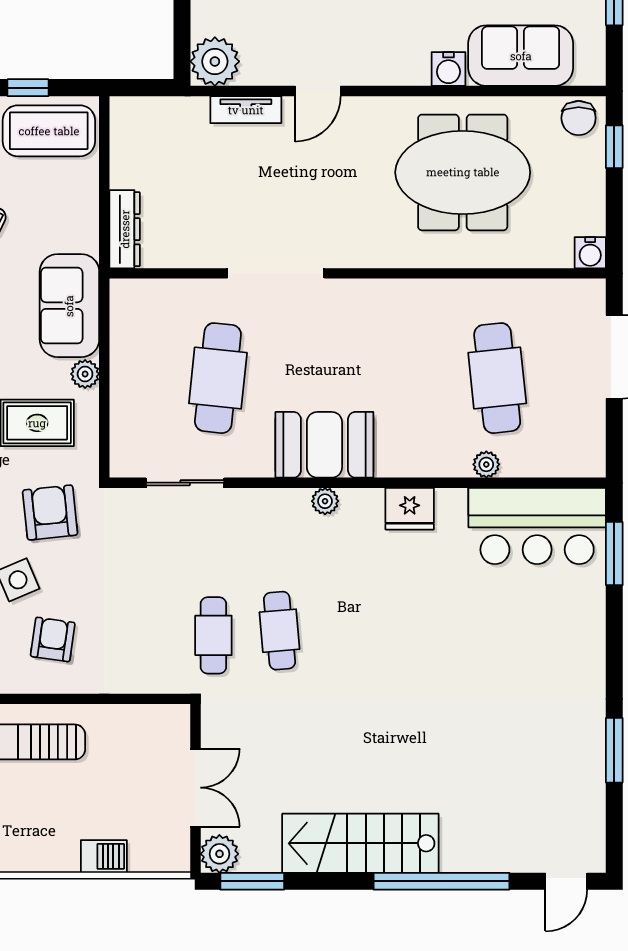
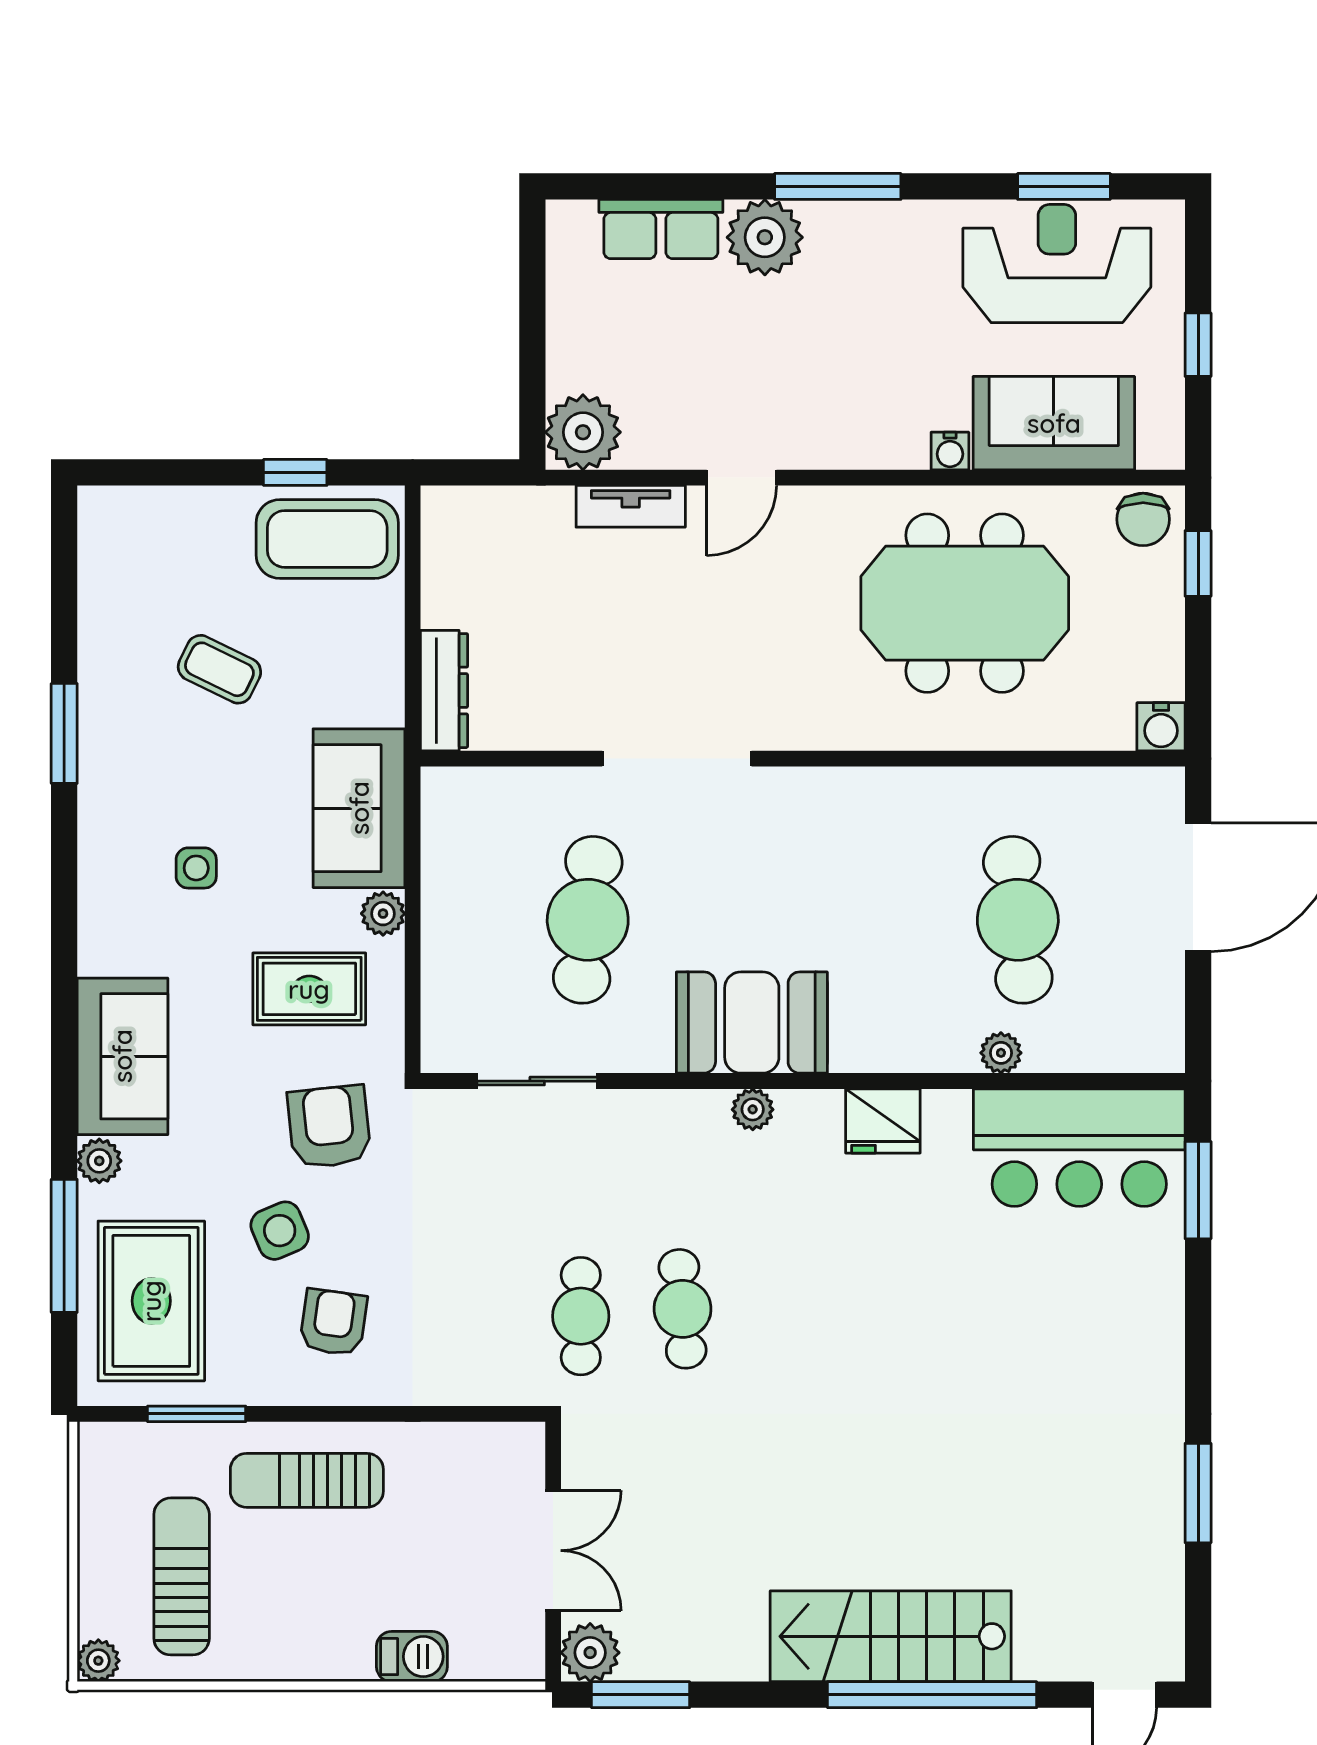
water cooler: (448, 69) -> (950, 451), width x0.72, depth x0.72
stairs: (360, 843) -> (891, 1636), moved

